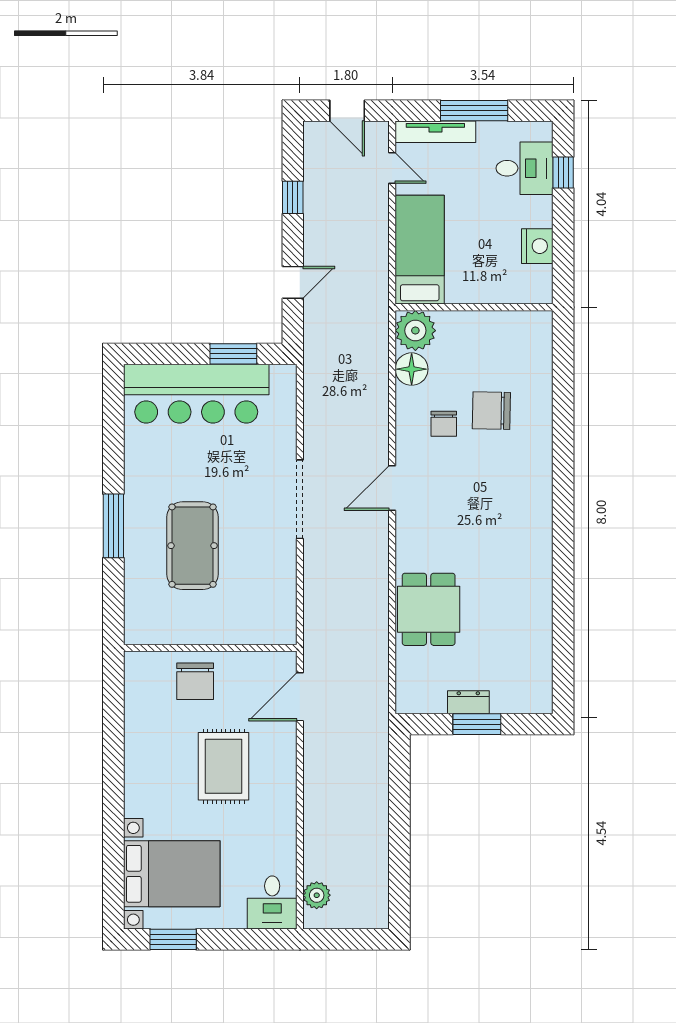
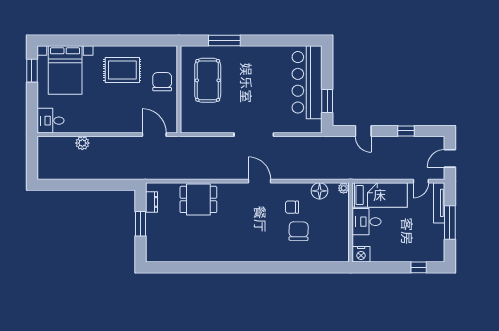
desk: (525, 168) -> (367, 222), moved, turned 90
nightstand: (537, 246) -> (361, 254), moved
plant: (415, 331) -> (344, 188), width x0.53, depth x0.53
window: (113, 526) -> (224, 41), moved
pool table: (193, 546) -> (208, 80), moved, turned 90
chair: (195, 681) -> (162, 82), turned 90
dresser: (468, 702) -> (151, 202), moved
rug: (224, 766) -> (122, 70), moved
plant: (317, 895) -> (82, 143), moved

